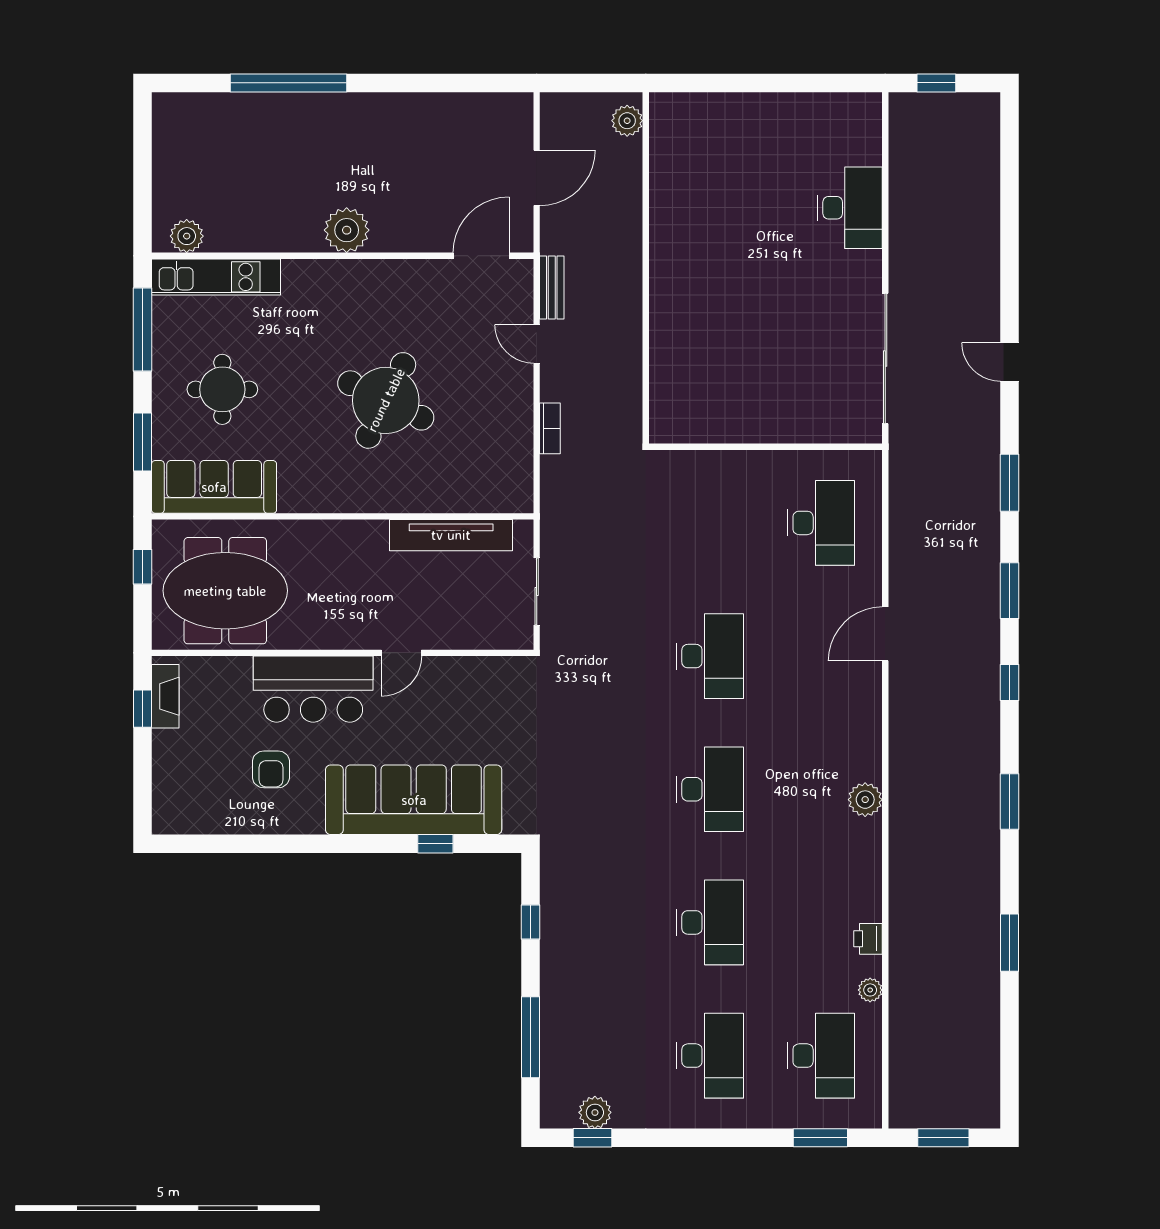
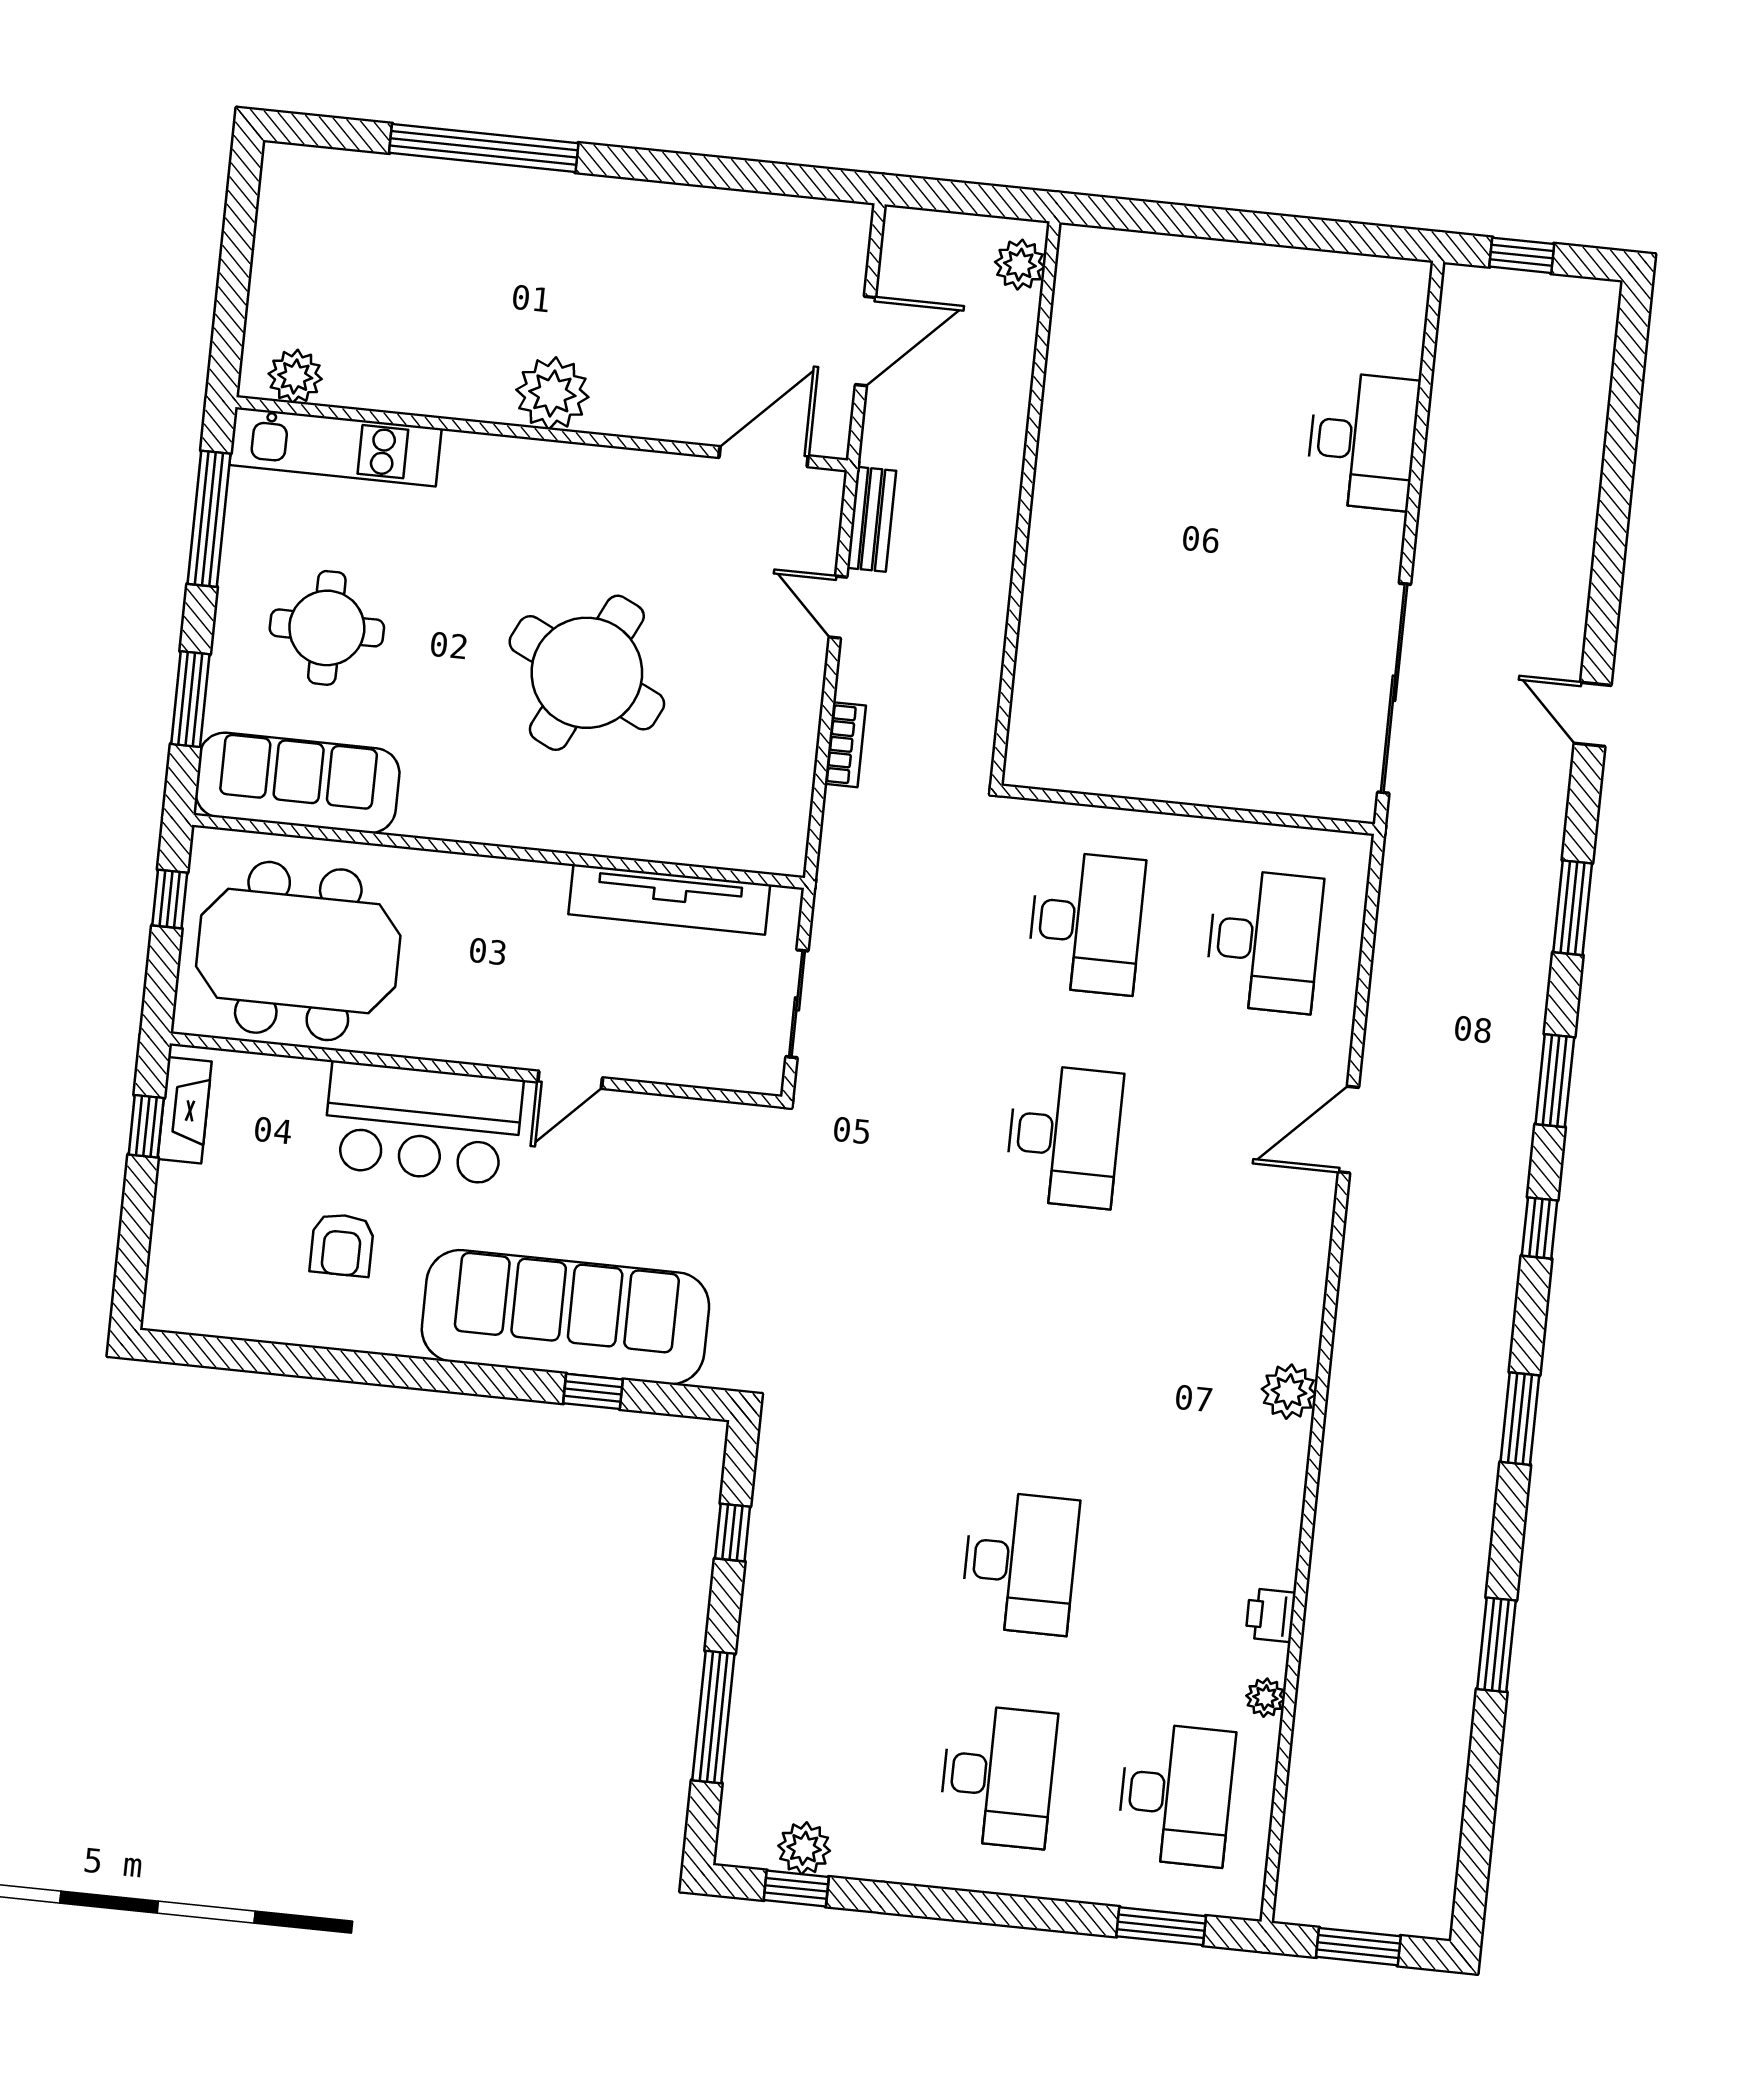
desk: (710, 789) -> (1086, 923), moved

